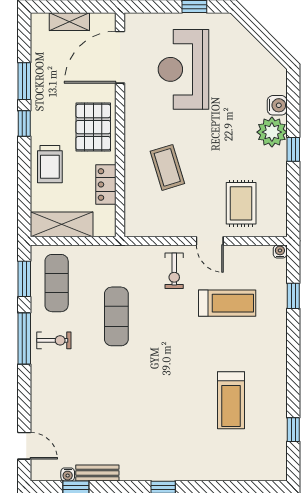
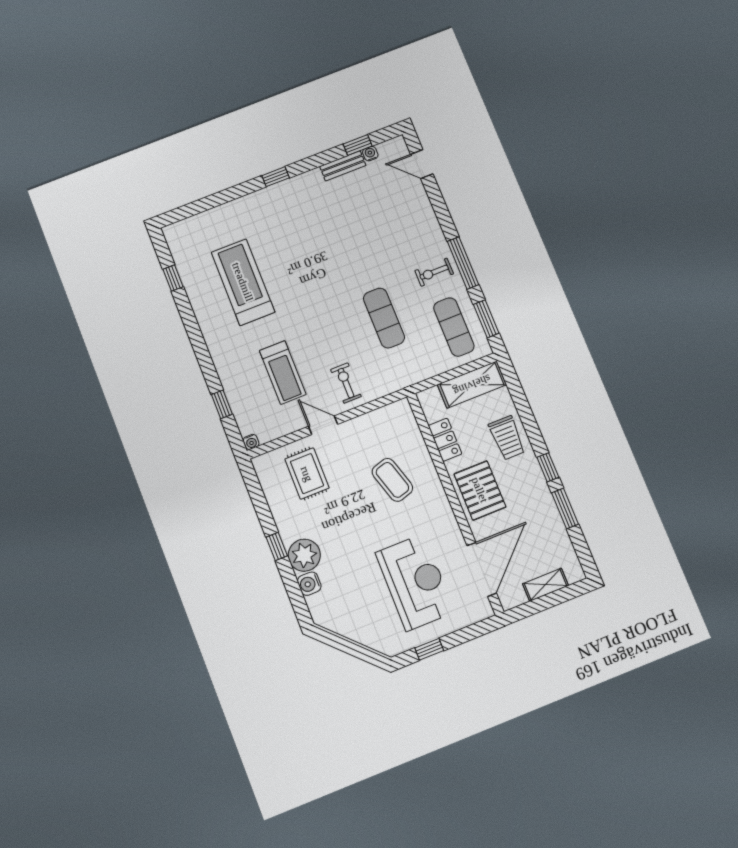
trolley: (50, 164) -> (507, 438), turned 180
treadmill: (227, 303) -> (283, 372), turned -90
treadmill: (231, 400) -> (243, 282), width x1.37, depth x1.38

